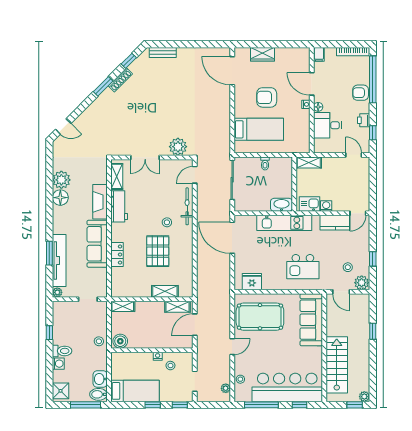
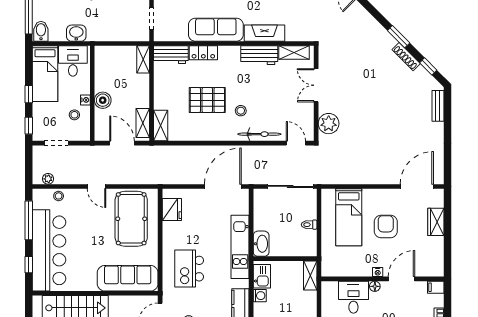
workbench: (119, 282) -> (171, 55), added
shelving: (165, 291) -> (161, 126), moved
stool: (99, 341) -> (103, 32), removed
boiler: (120, 341) -> (103, 100), moved
desk: (124, 367) -> (73, 61), added
washbasin: (100, 379) -> (76, 33), moved

